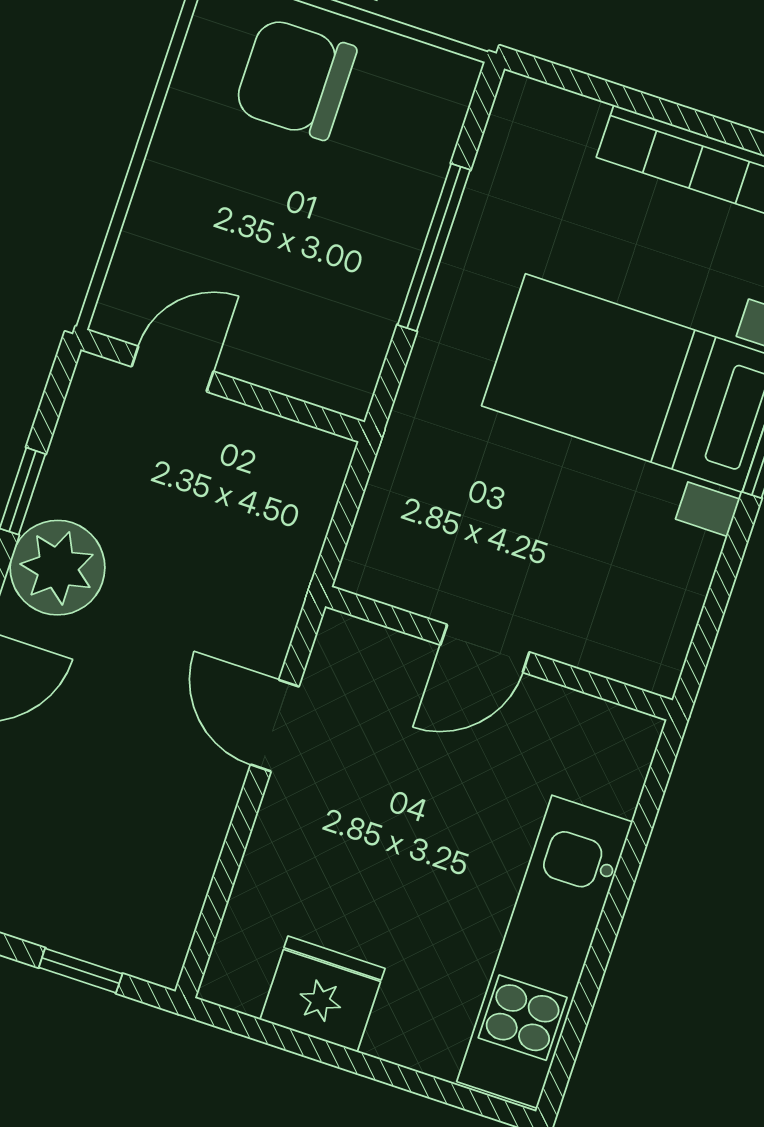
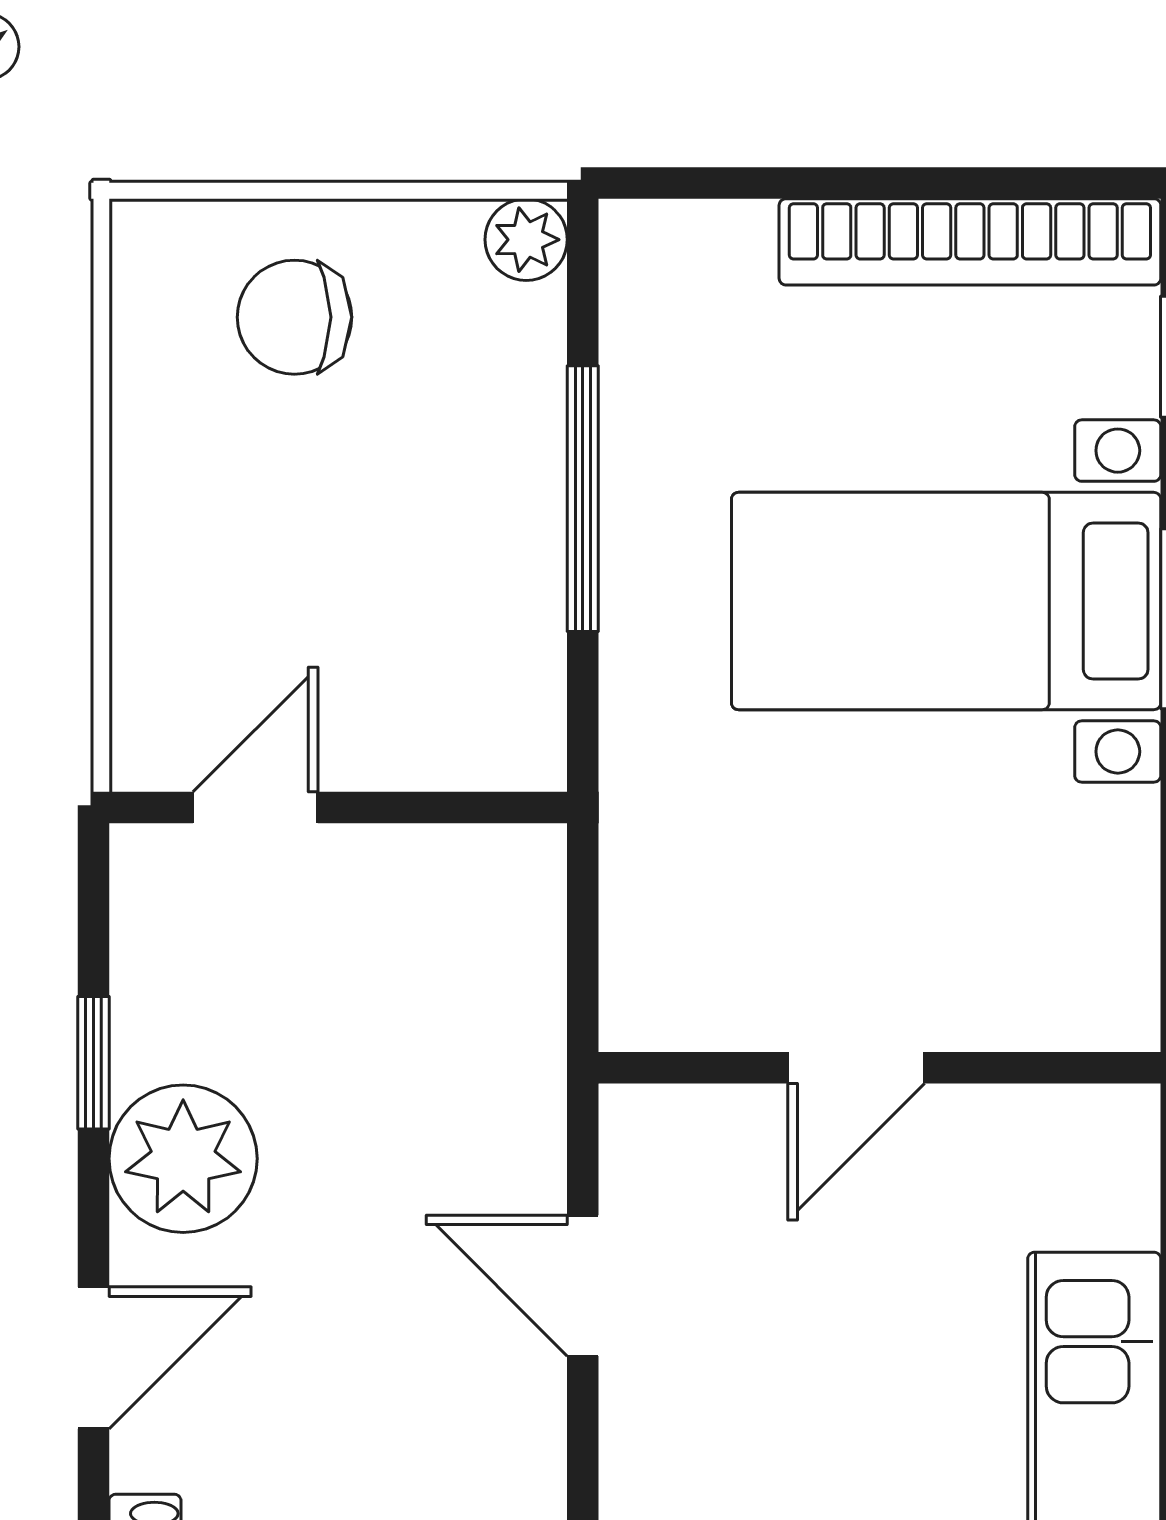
chair: (295, 79) -> (294, 317), width x0.73, depth x0.73
plant: (452, 79) -> (526, 240), added

